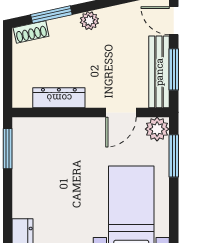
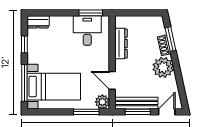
plant: (89, 21) -> (163, 67), width x1.88, depth x1.88
shoe rack: (31, 32) -> (164, 45), moved
desk: (37, 154) -> (87, 31), added

